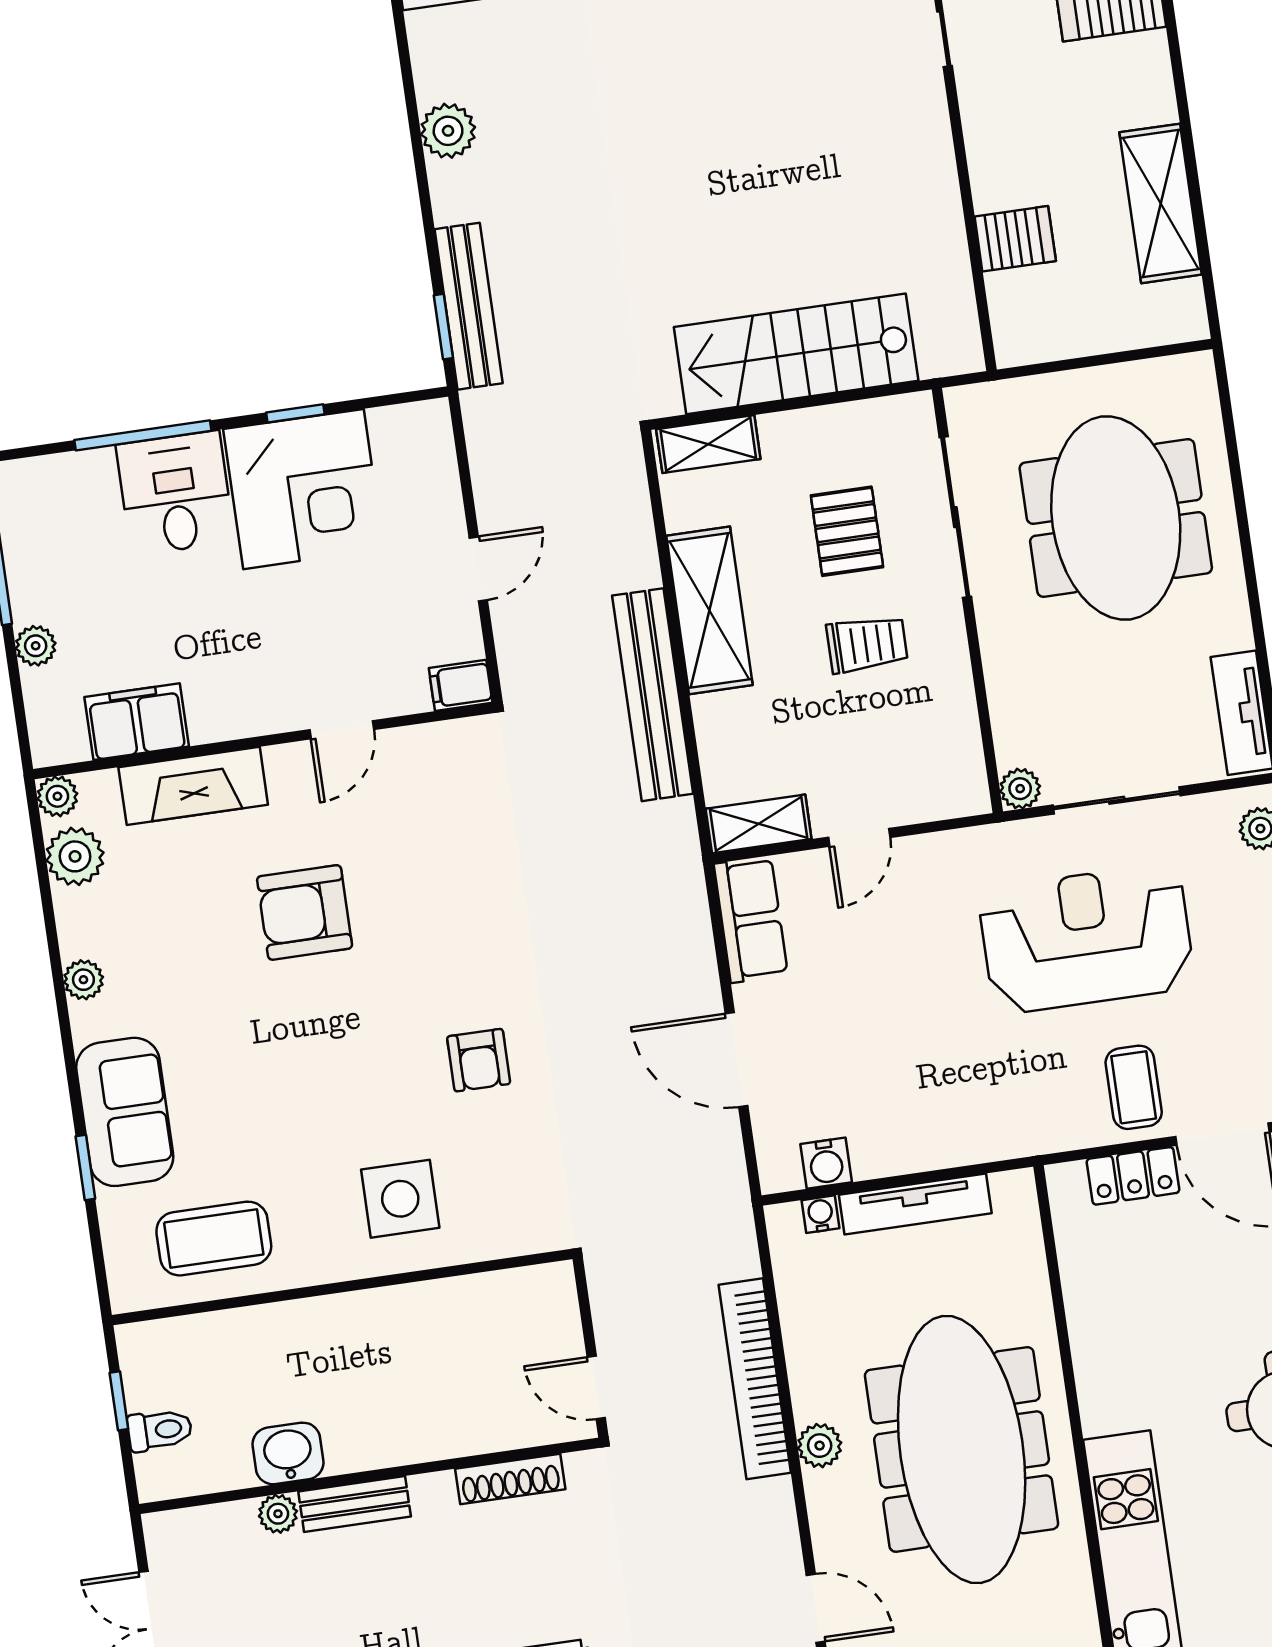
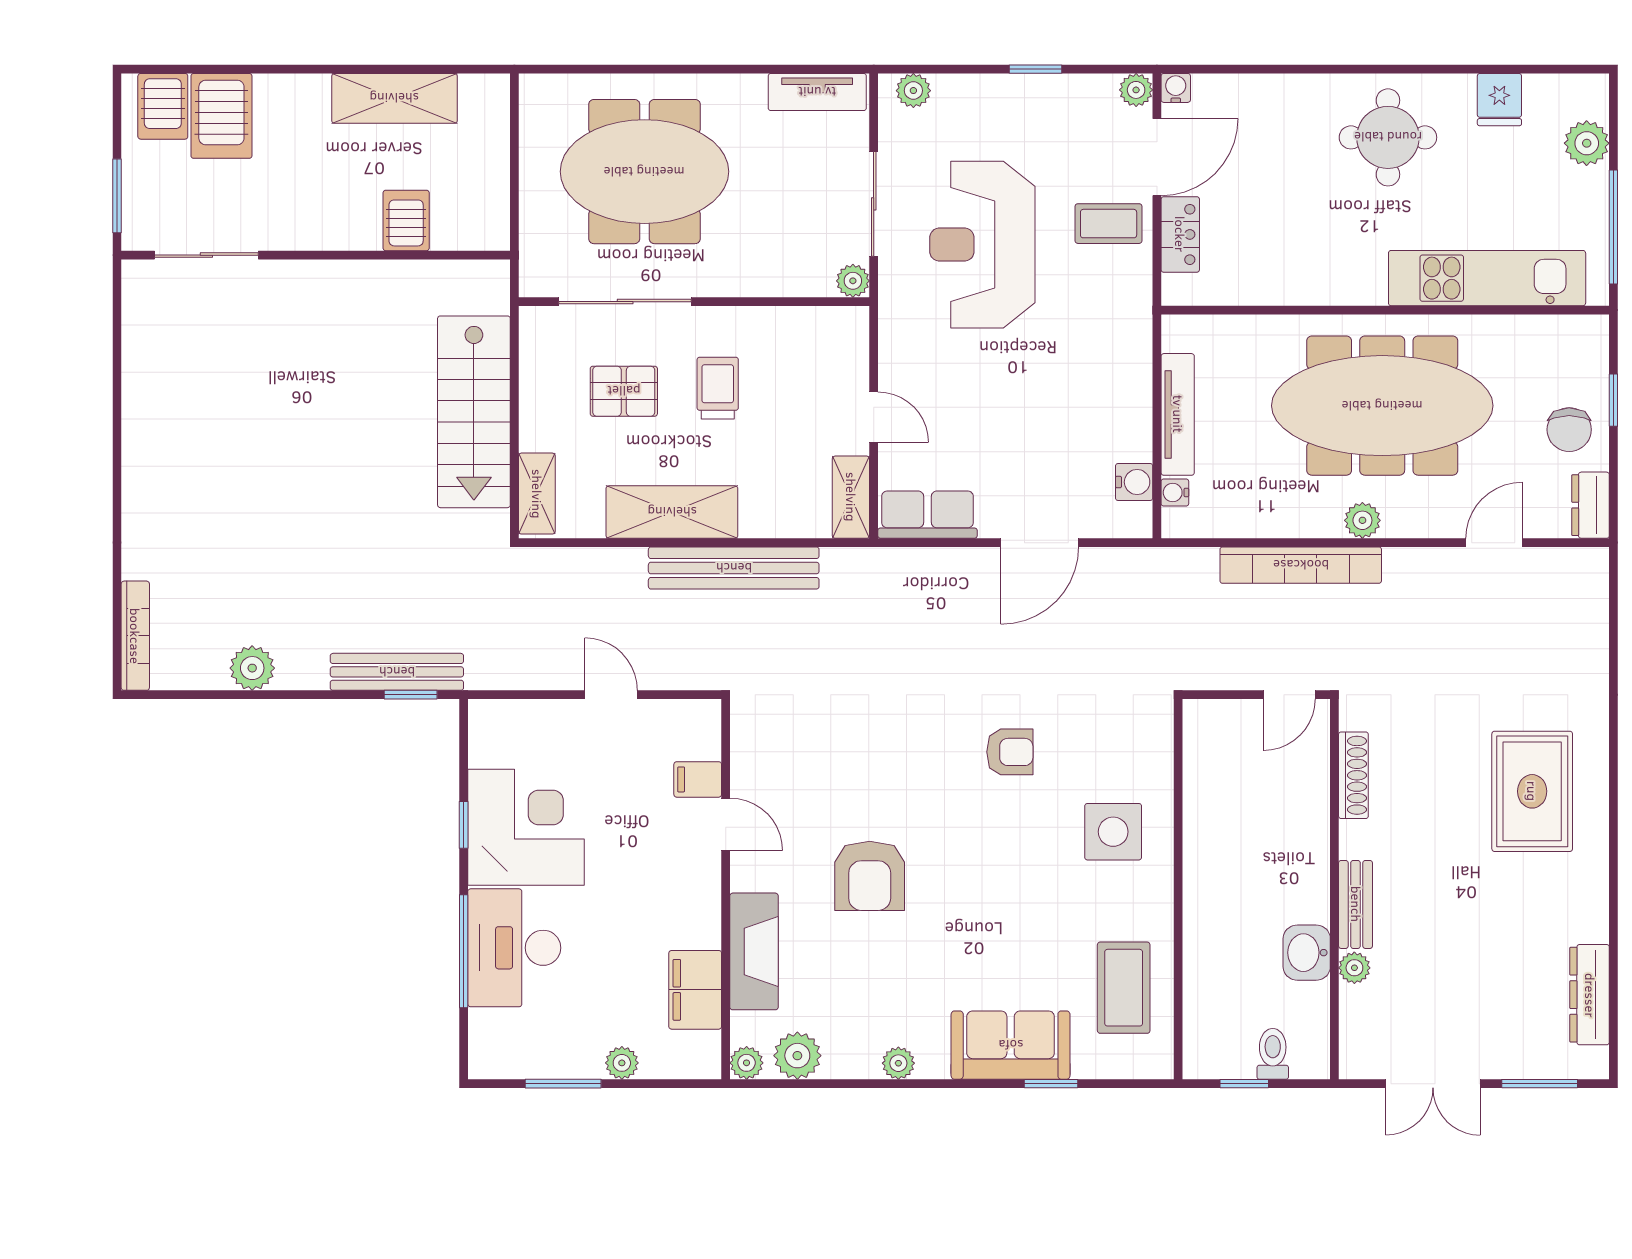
desk: (175, 493) -> (514, 948), width x1.37
filing cabinet: (461, 685) -> (698, 779), moved, turned 90

